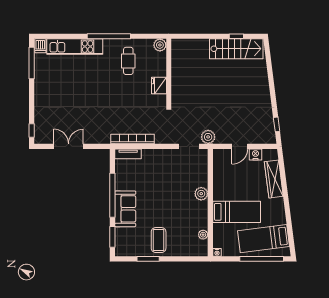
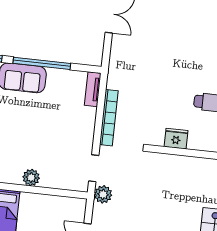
bookcase: (132, 139) -> (109, 118), moved

